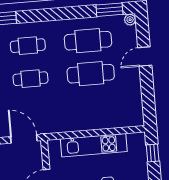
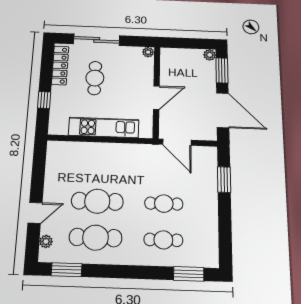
plant: (130, 20) -> (46, 241), moved
window: (153, 153) -> (44, 100), moved

